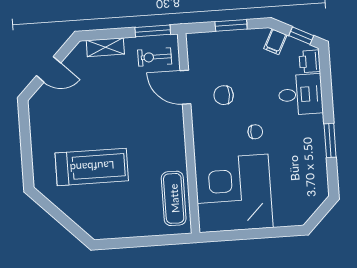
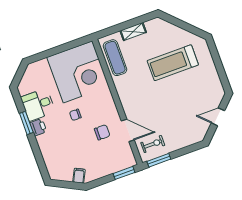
window: (231, 25) -> (124, 173), moved
window: (301, 36) -> (64, 184), removed
shelving: (105, 47) -> (133, 32), moved
printer: (310, 61) -> (38, 127), moved
desk: (301, 94) -> (38, 105), moved

